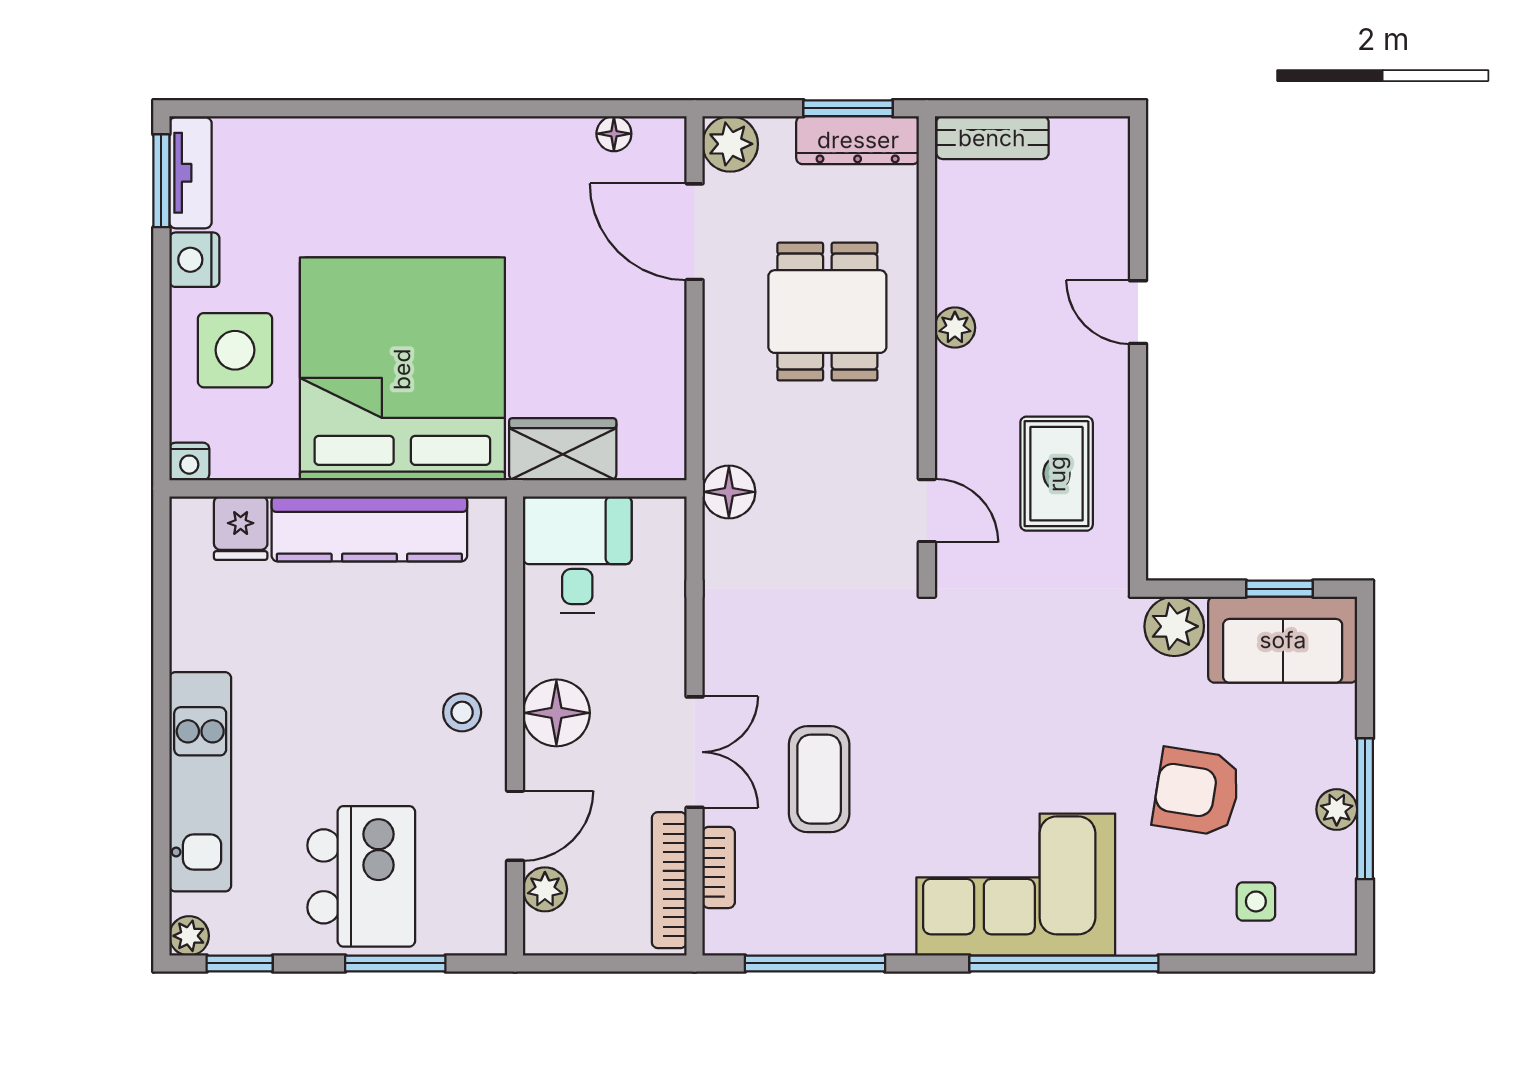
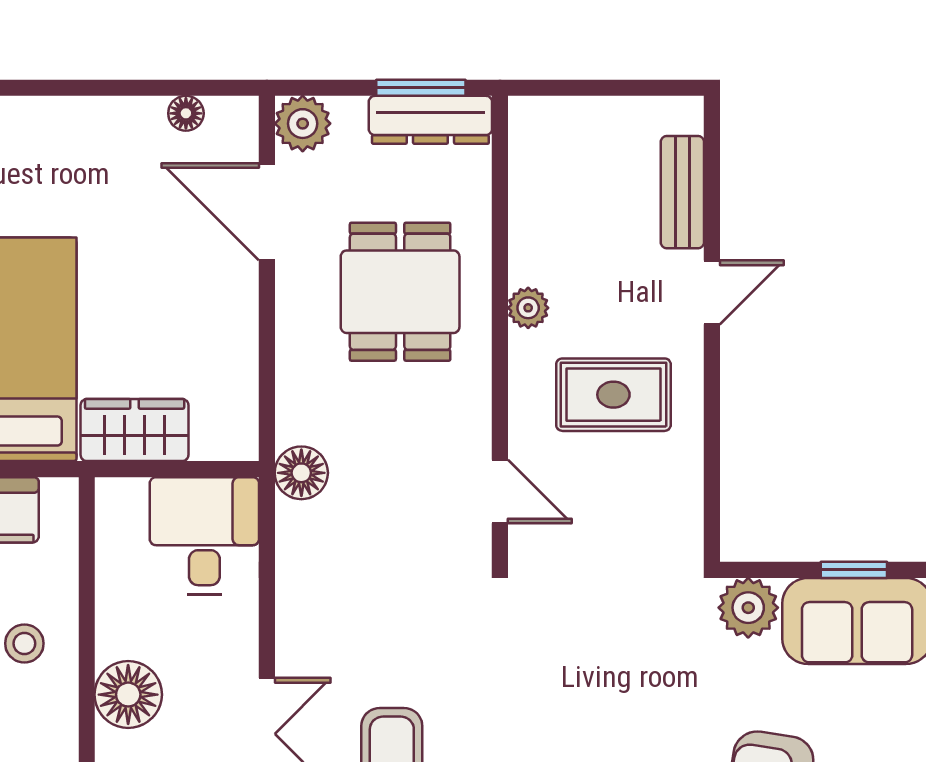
bench: (992, 138) -> (682, 192), moved, turned 90
door: (1138, 312) -> (712, 292), swing flipped
rug: (1057, 474) -> (613, 395), moved, turned 90
desk: (577, 555) -> (204, 536), moved
stool: (462, 712) -> (24, 643), moved

